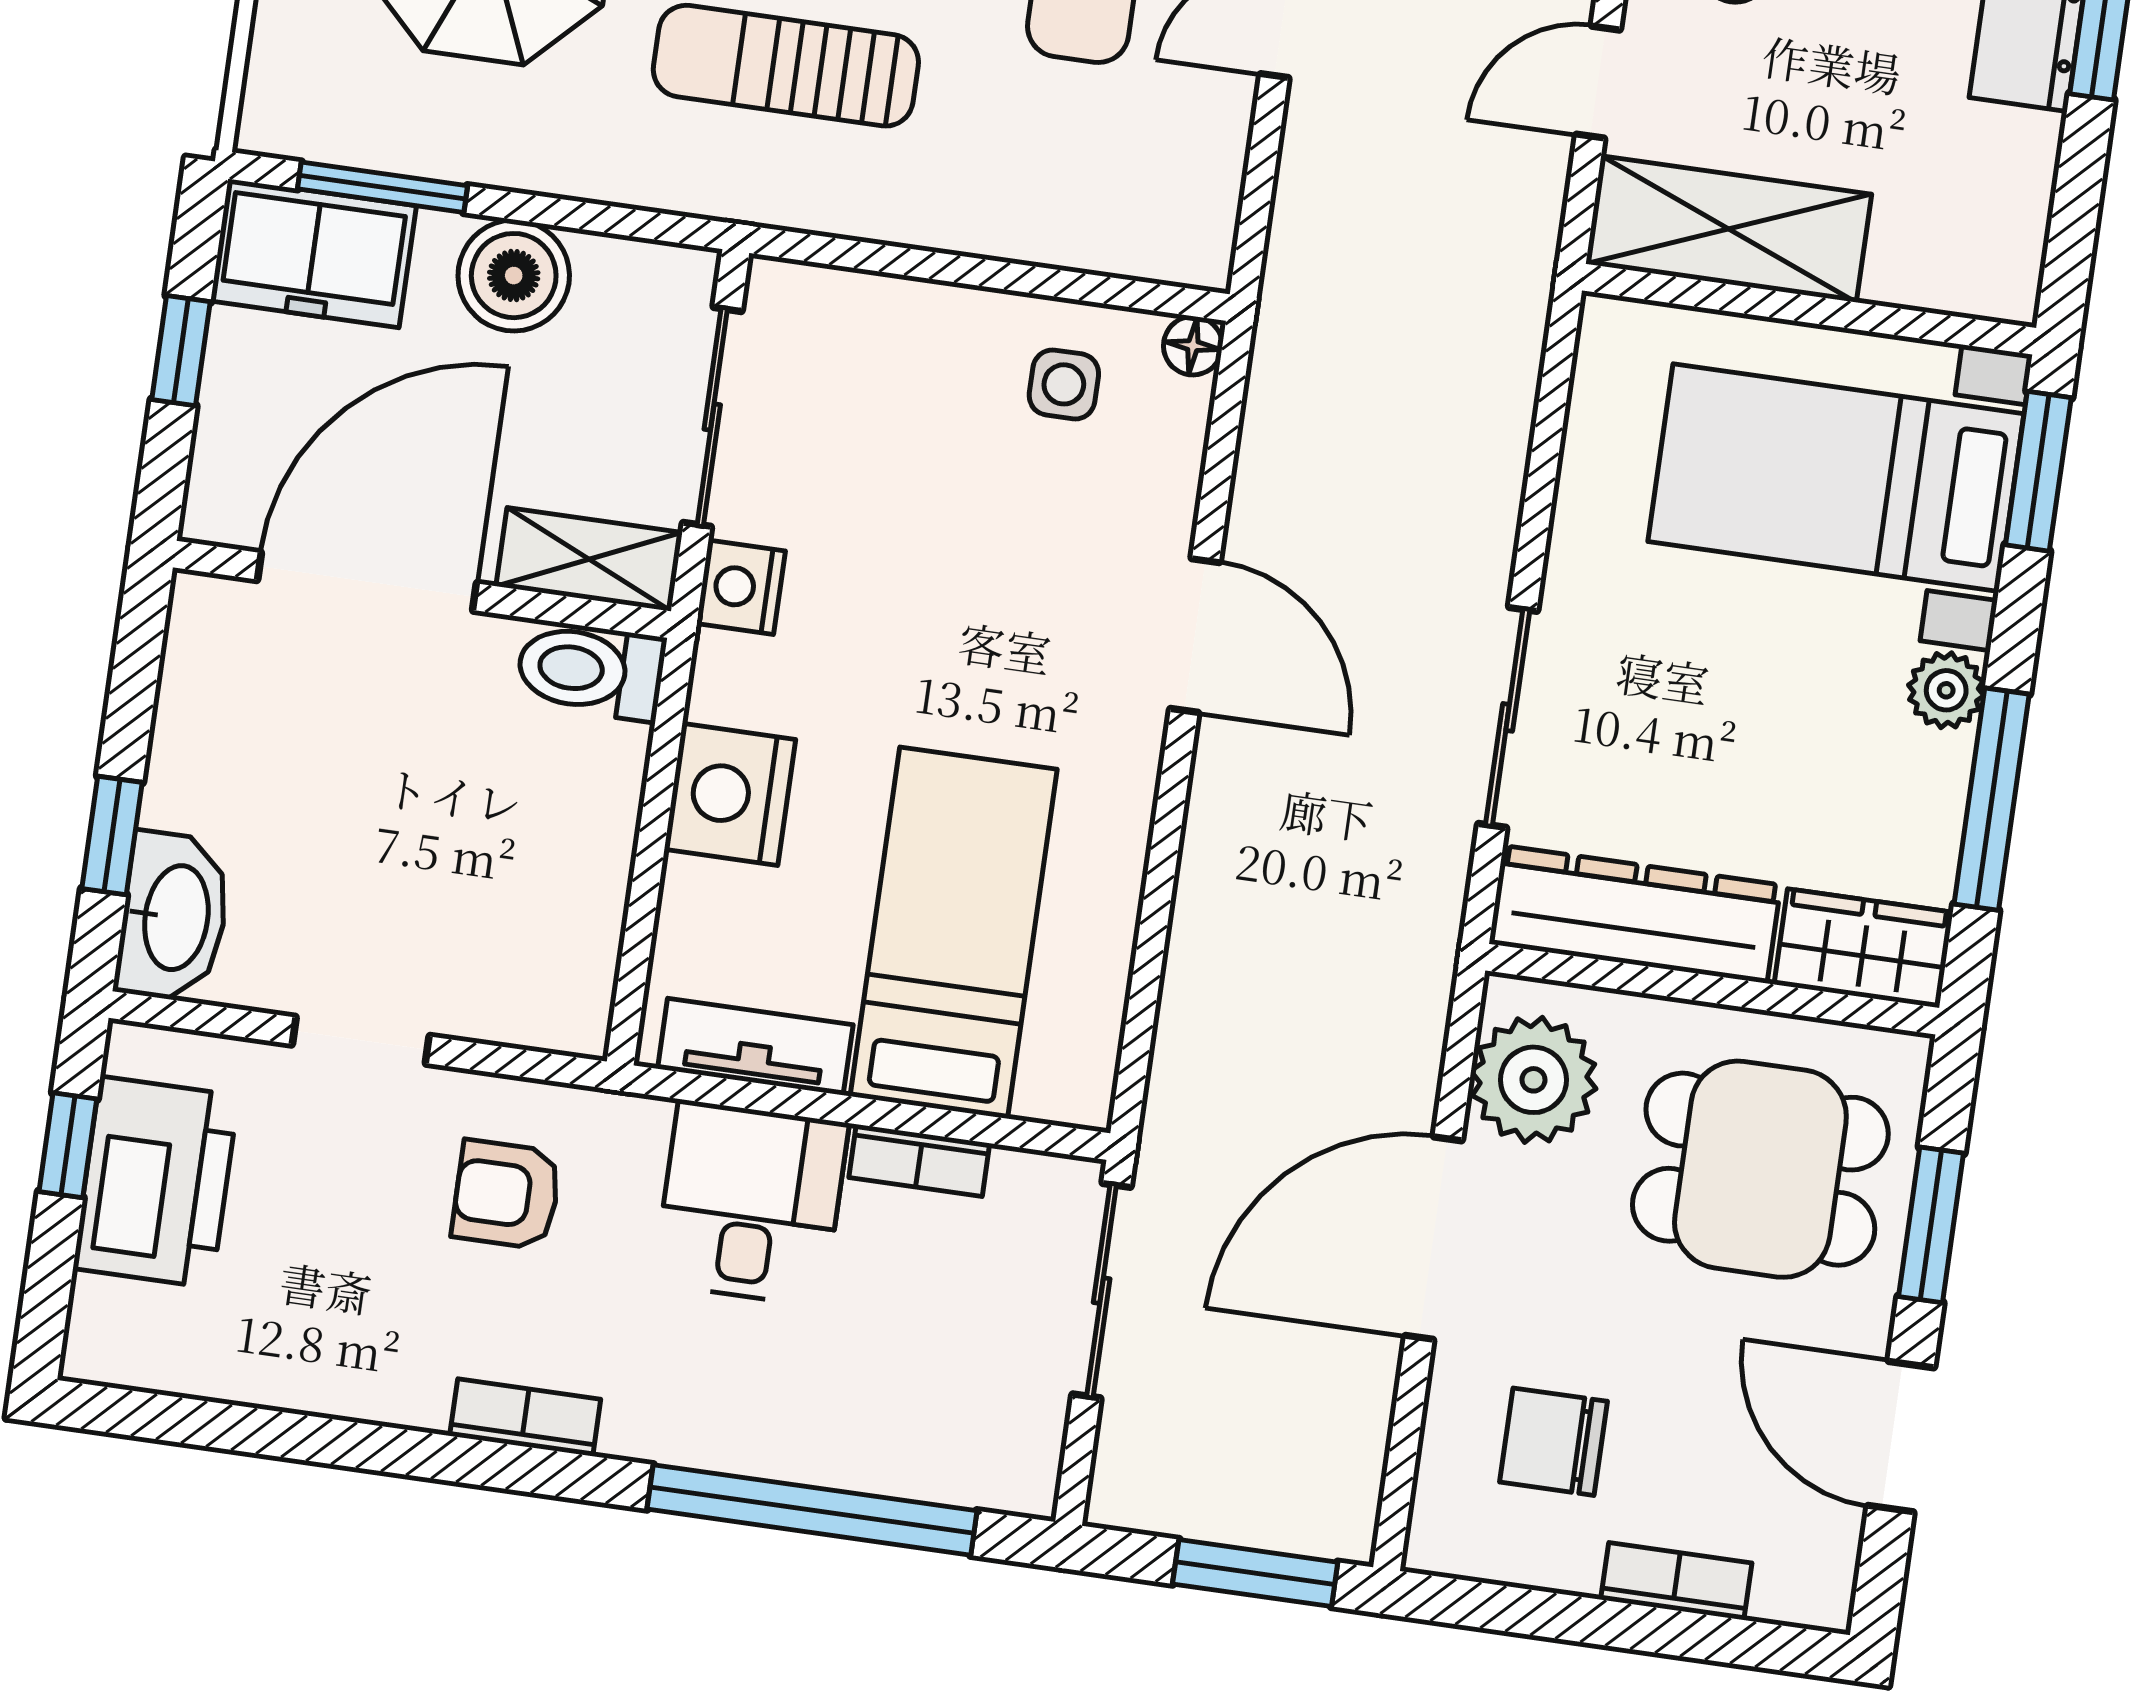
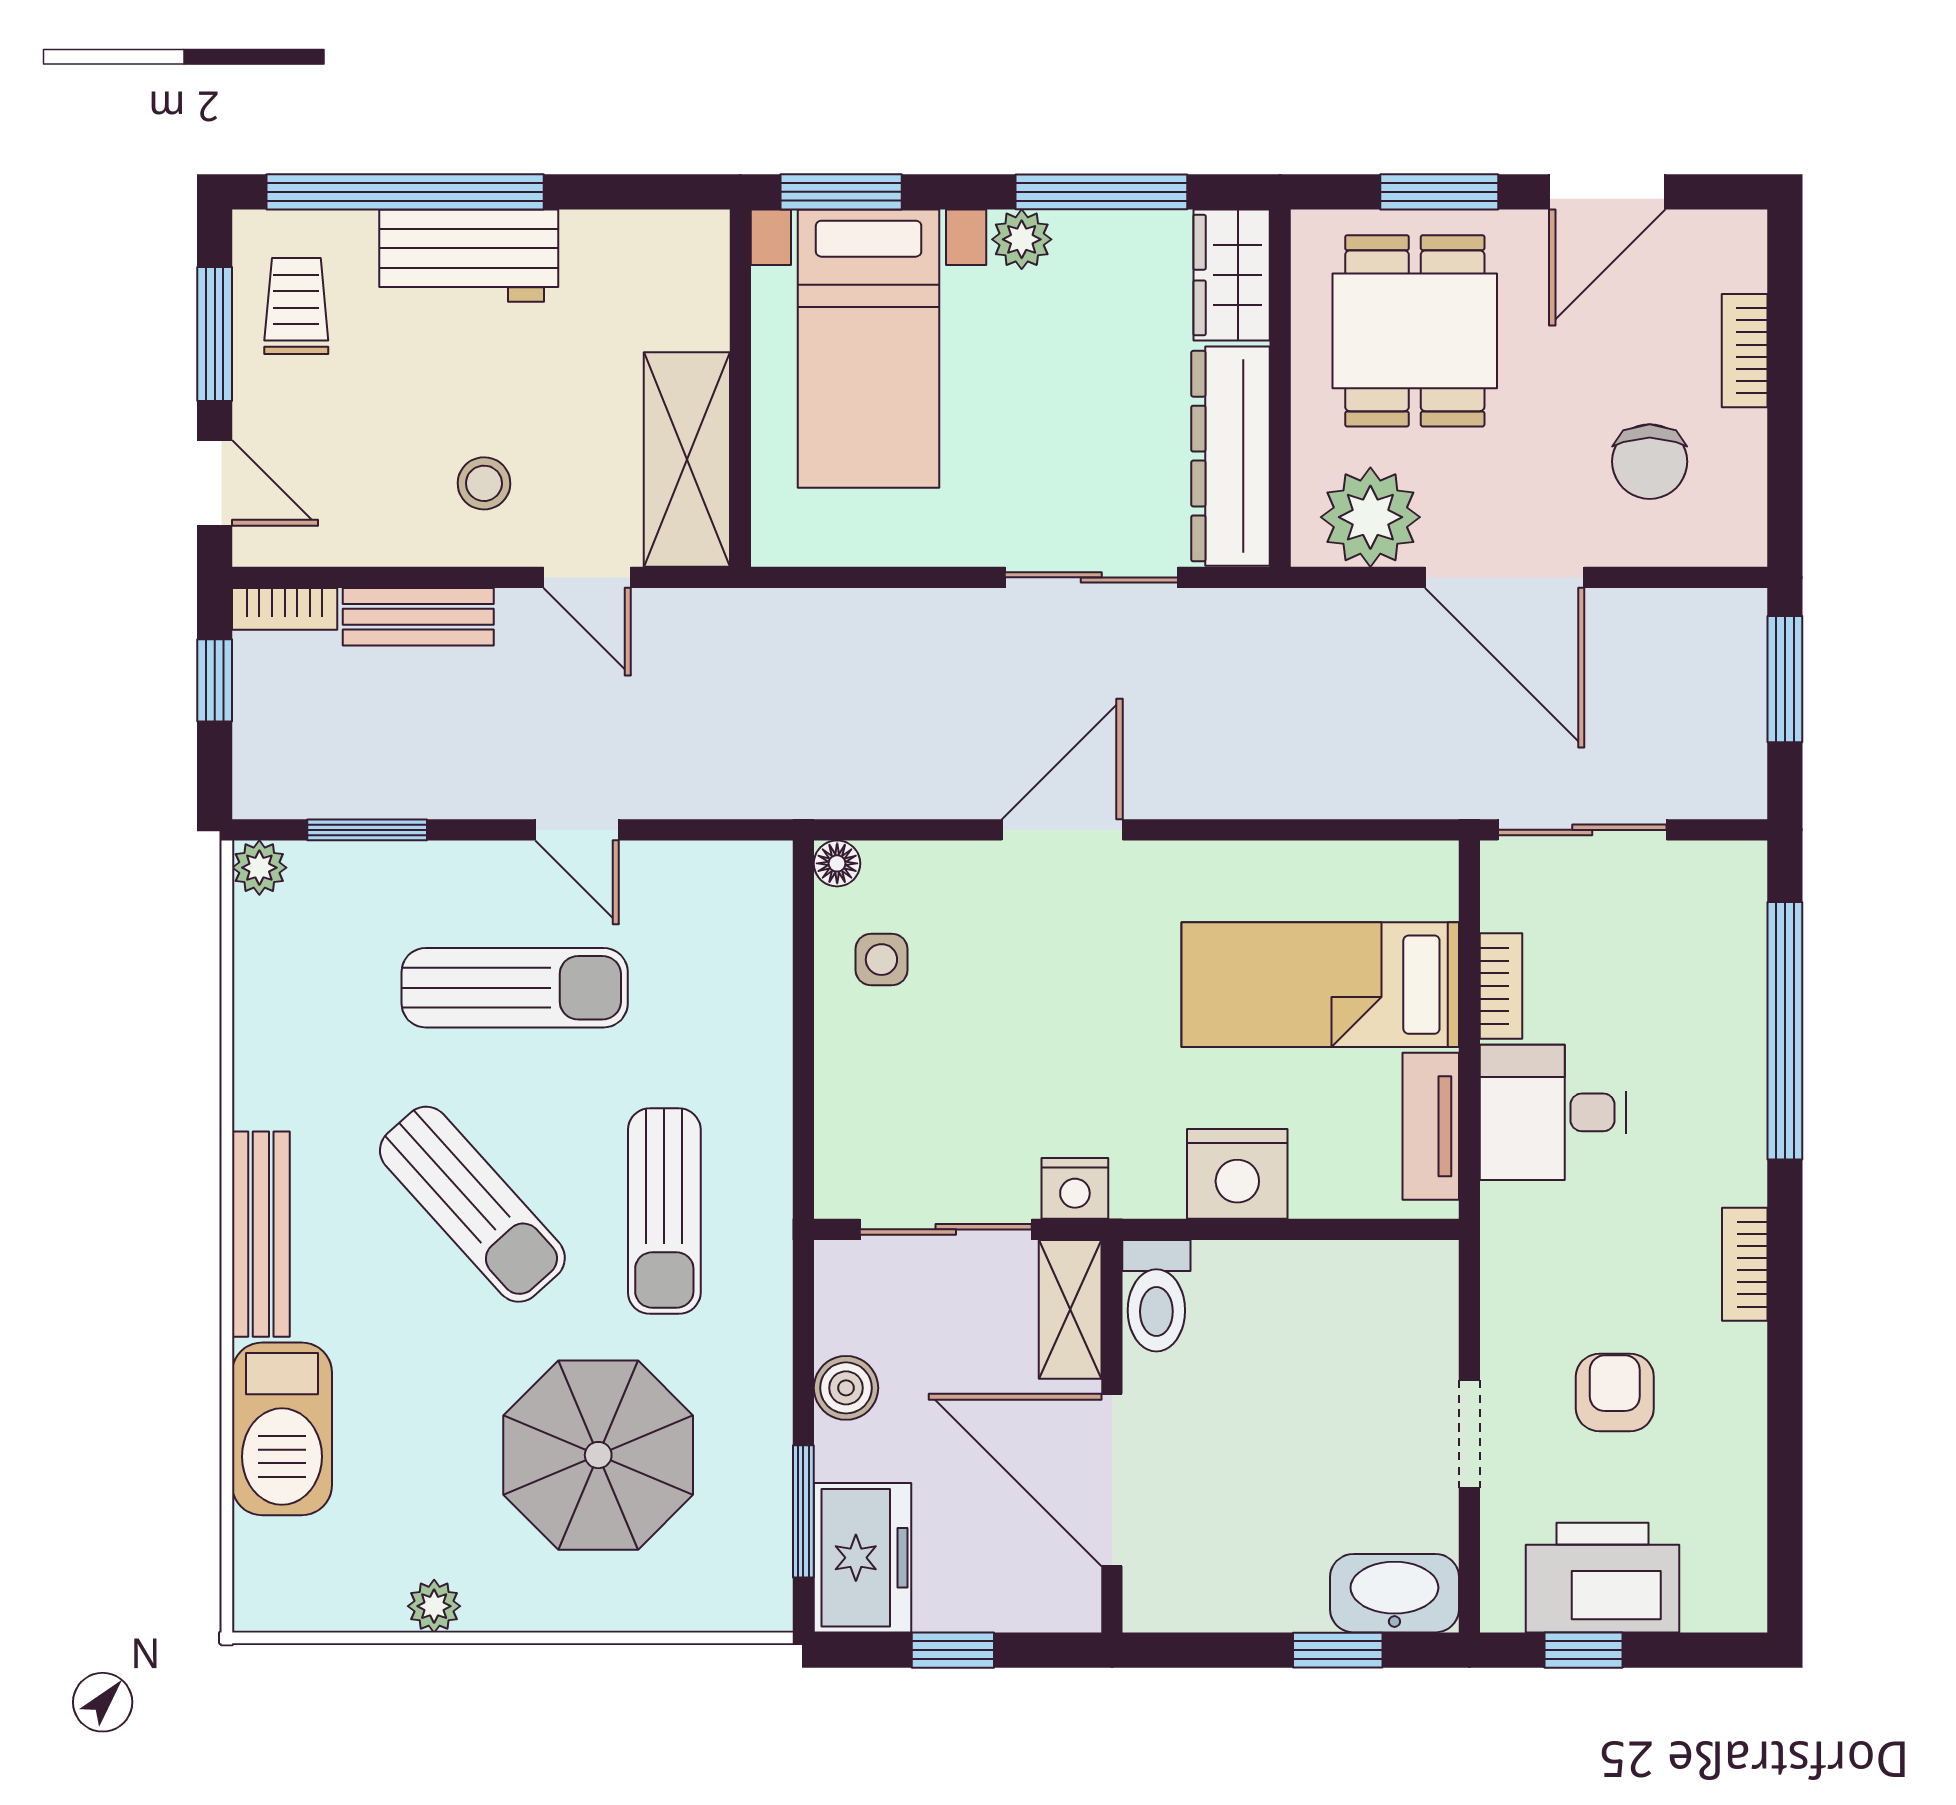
boiler: (514, 276) -> (846, 1388), width x0.73, depth x0.73
armchair: (506, 1195) -> (1615, 1392), moved, turned 180

